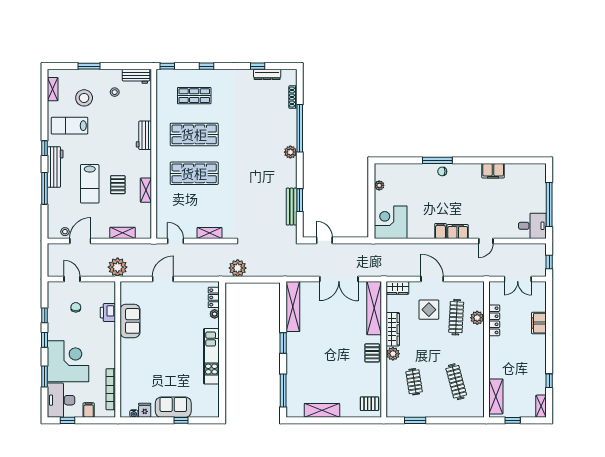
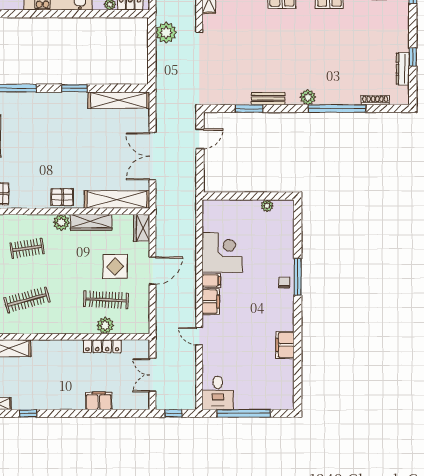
bench: (292, 207) -> (268, 99), moved, width x0.73
corner desk: (391, 222) -> (222, 252), moved

